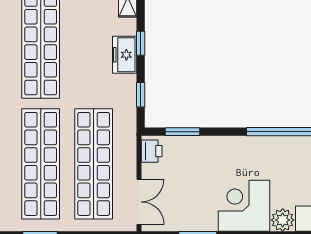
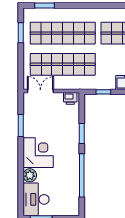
window: (182, 132) -> (82, 134), moved
double door: (139, 202) -> (40, 91), swing flipped

